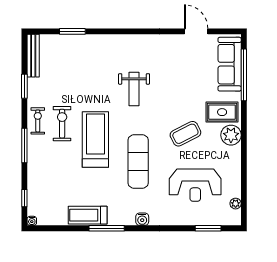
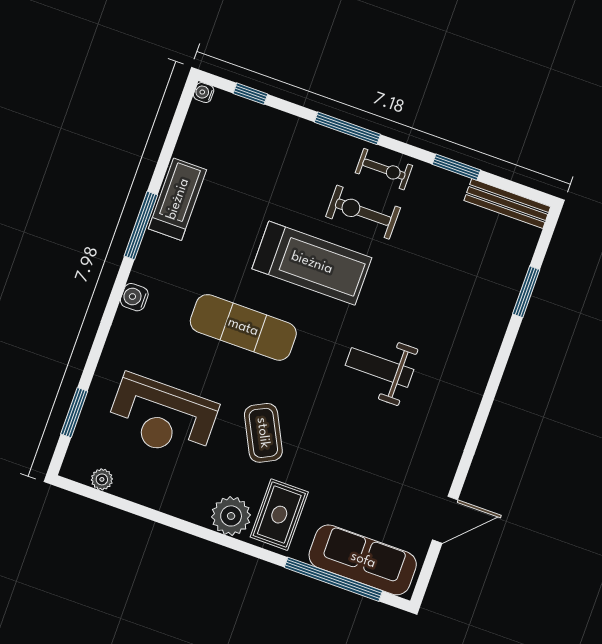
exercise bike: (62, 124) -> (363, 212), turned 180
reception desk: (195, 185) -> (162, 417), turned -90

